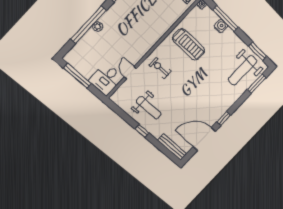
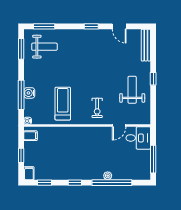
weight bench: (243, 70) -> (44, 47), width x0.73, depth x0.75
door: (204, 139) -> (119, 26), width x0.53

